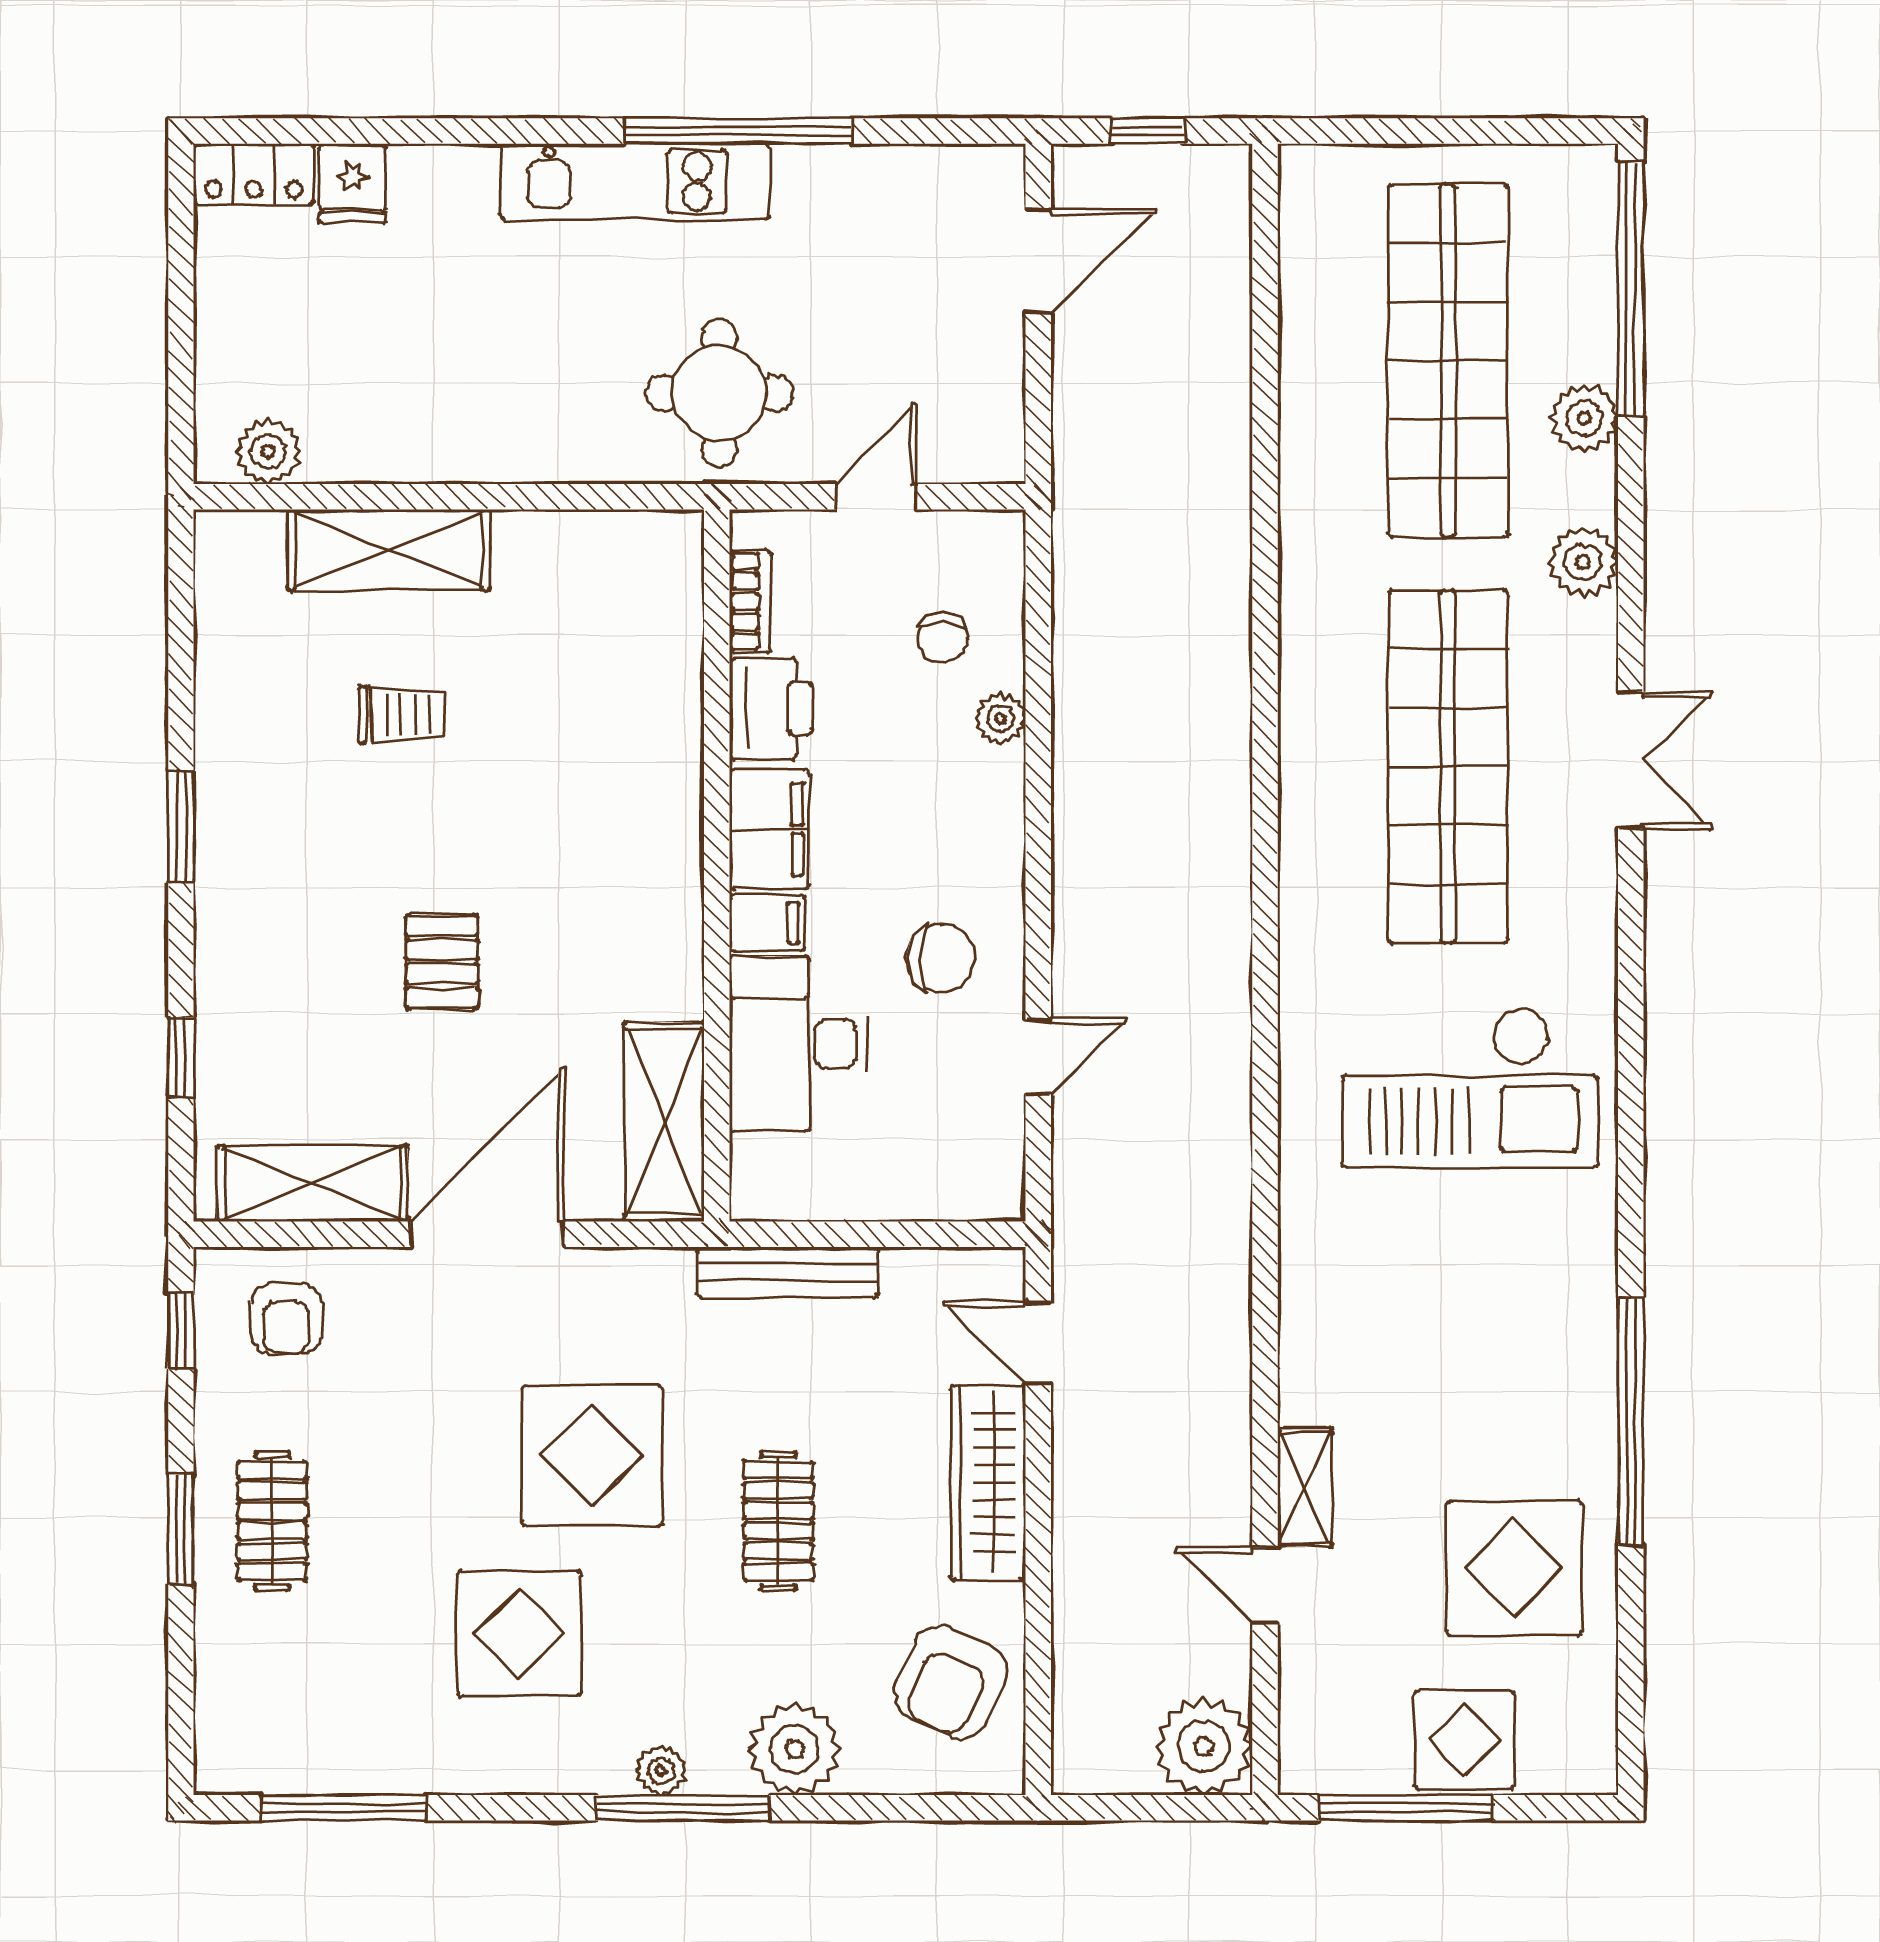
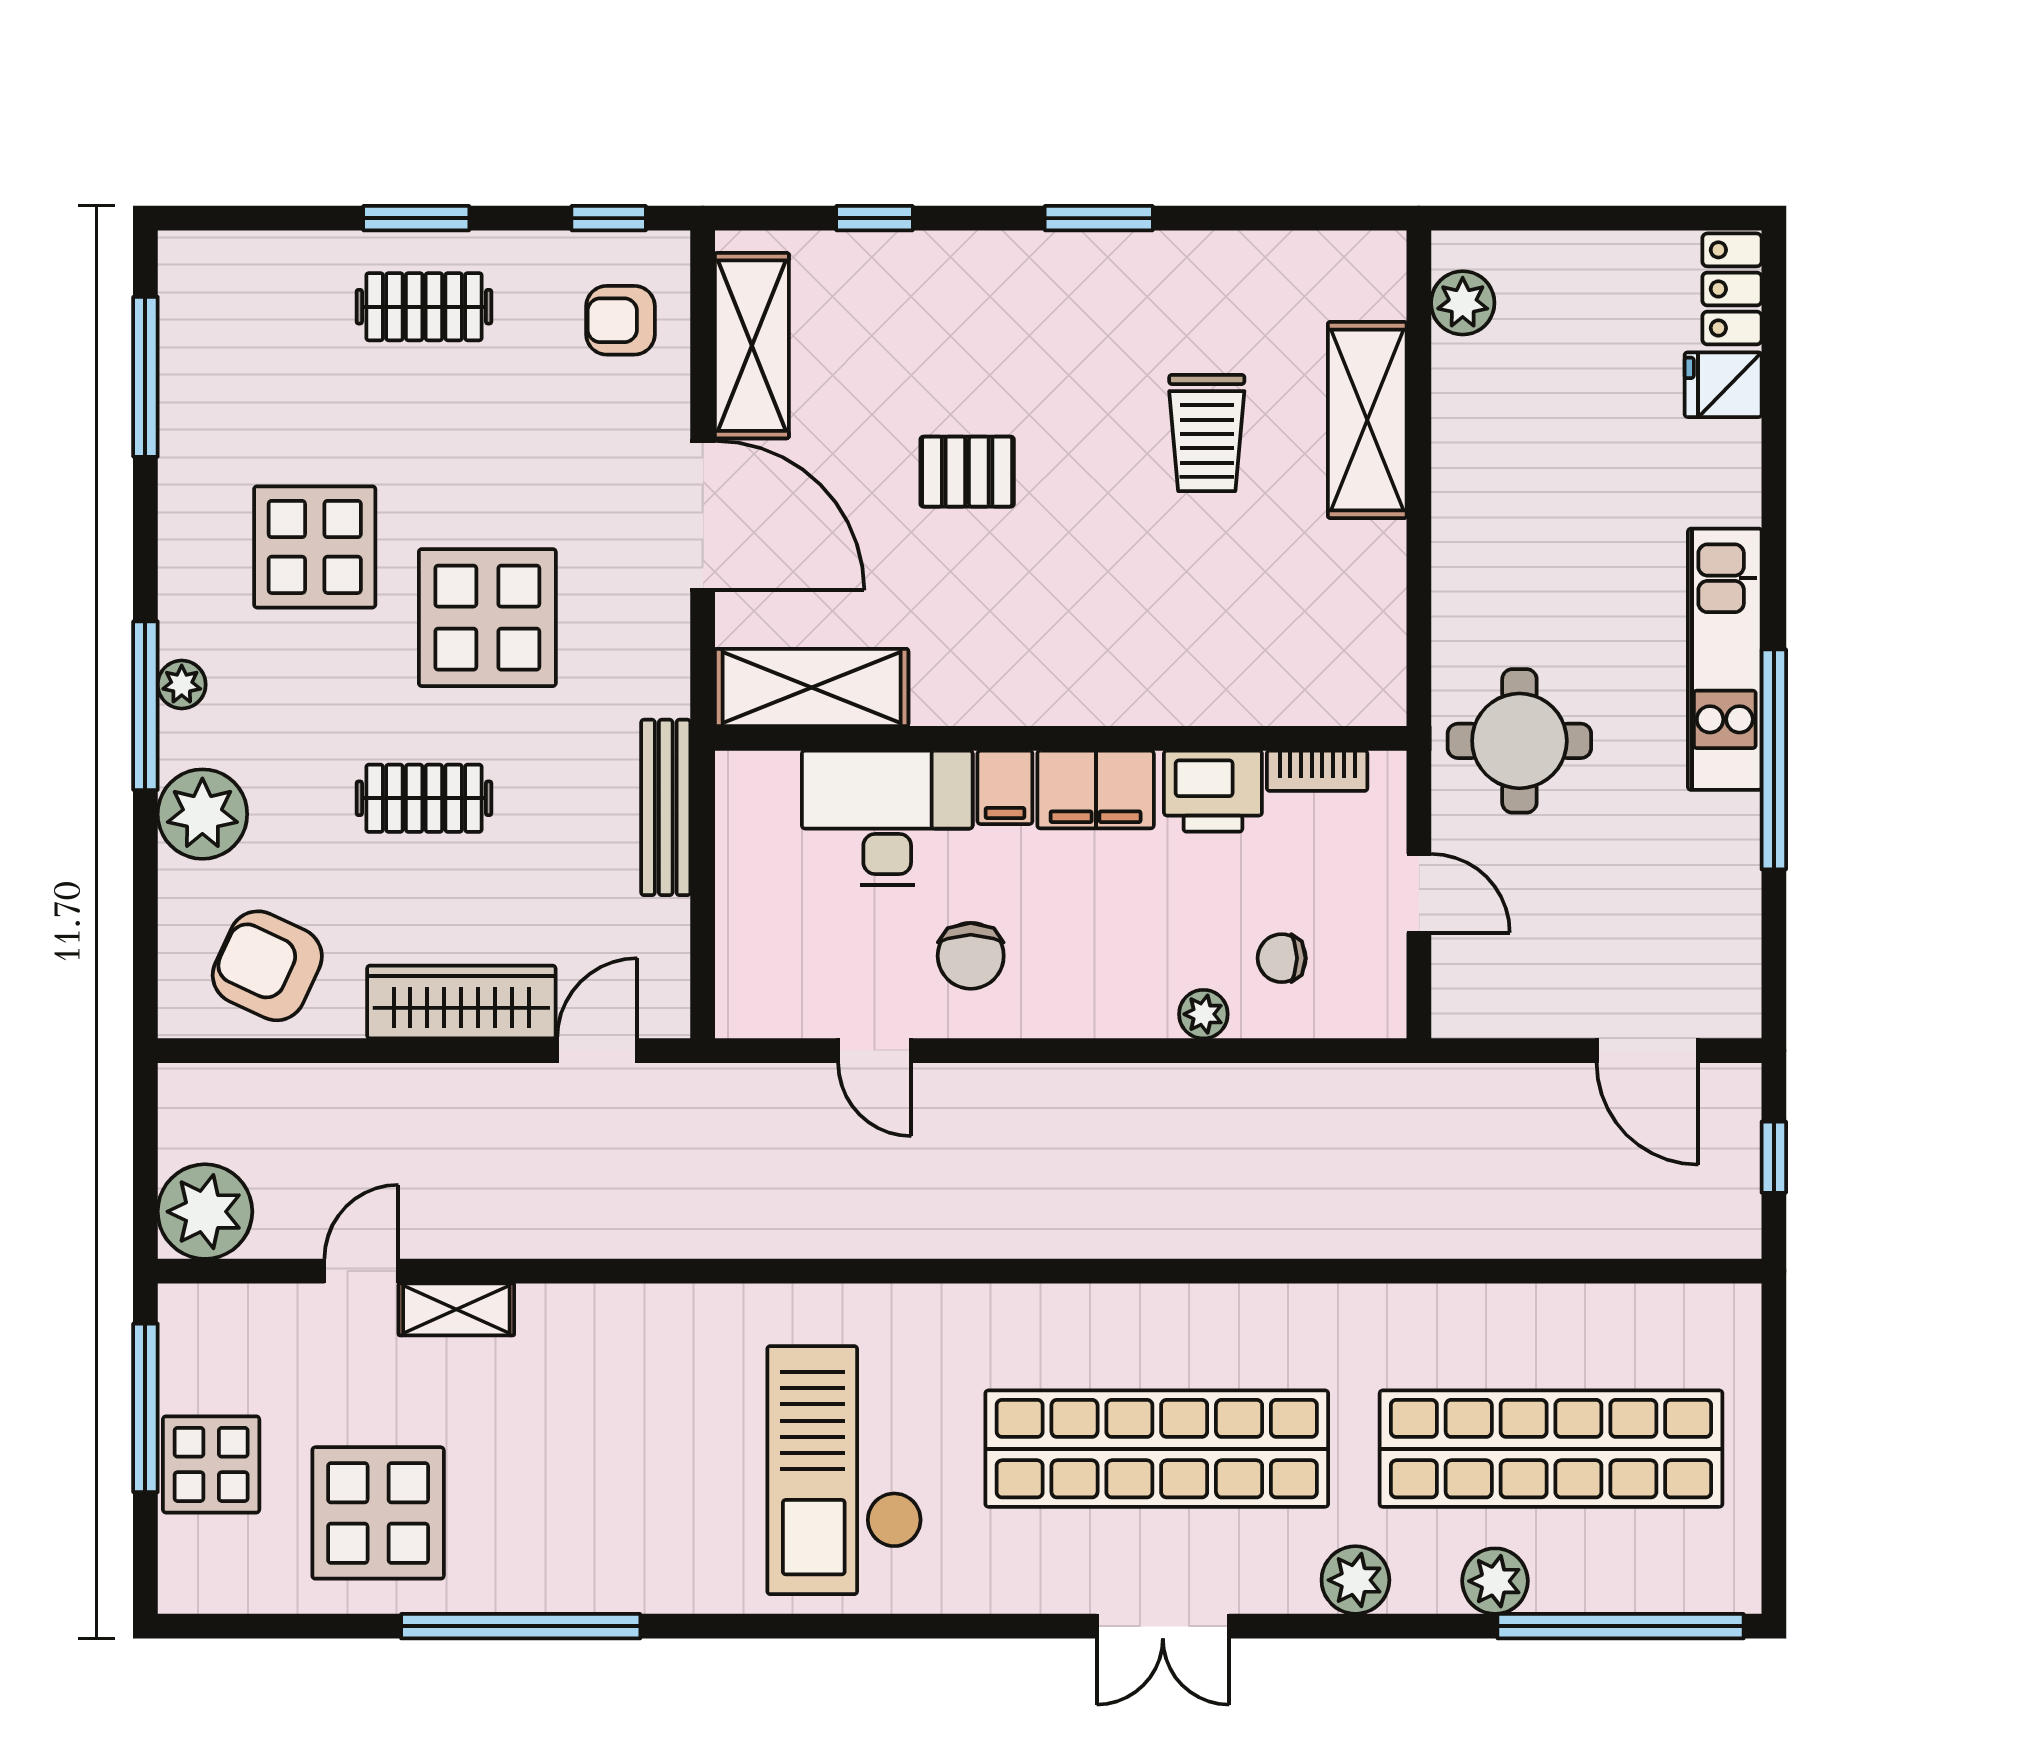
trolley: (402, 715) -> (1207, 433), width x1.36, depth x1.39

